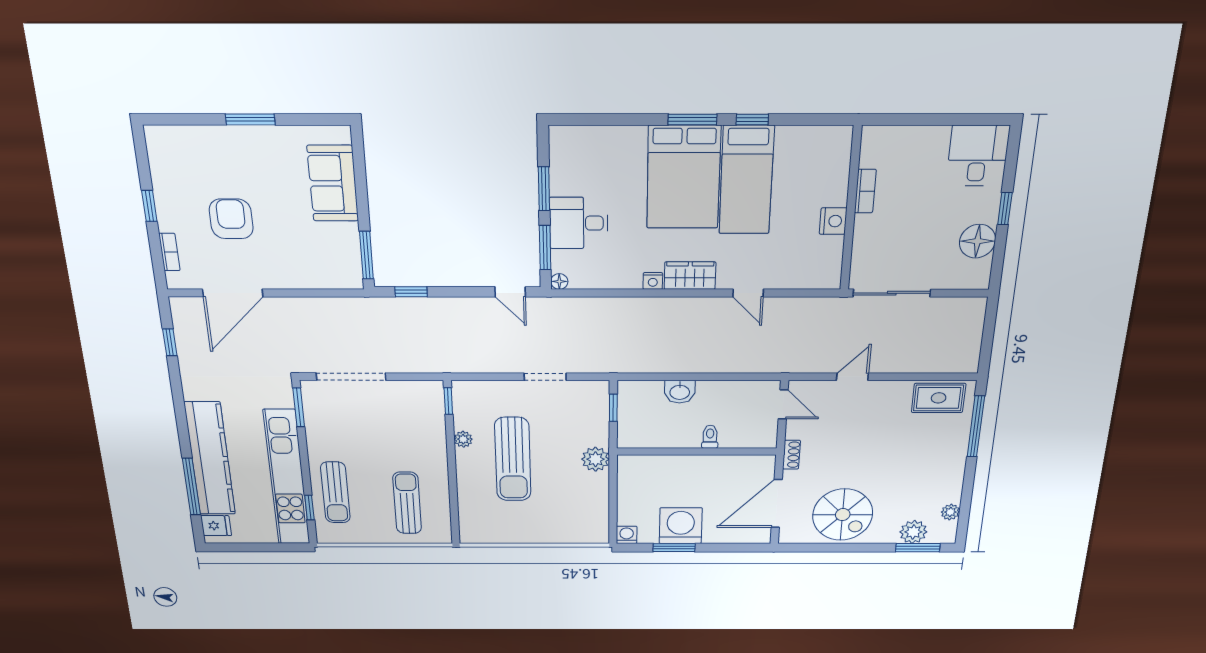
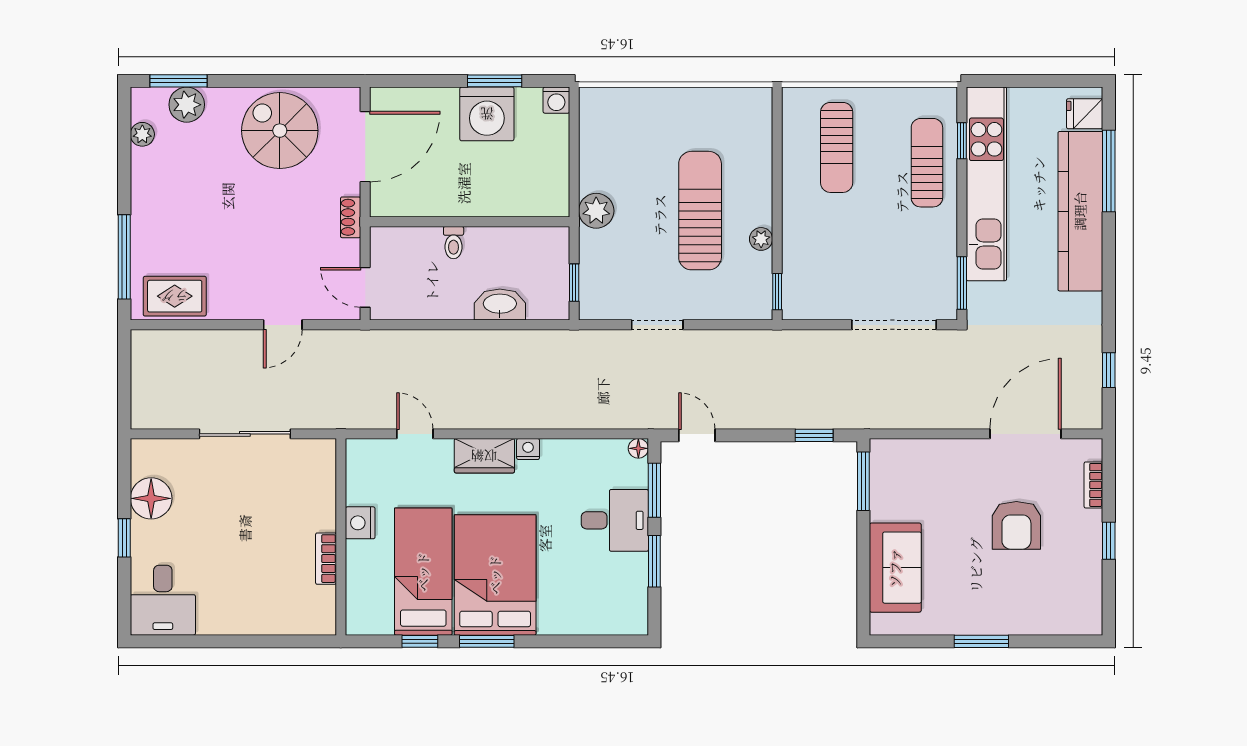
bookcase: (865, 191) -> (326, 559), moved
wall: (851, 209) -> (341, 537), moved
nightstand: (833, 221) -> (360, 523), moved
washbasin: (680, 392) -> (500, 305), width x1.38

